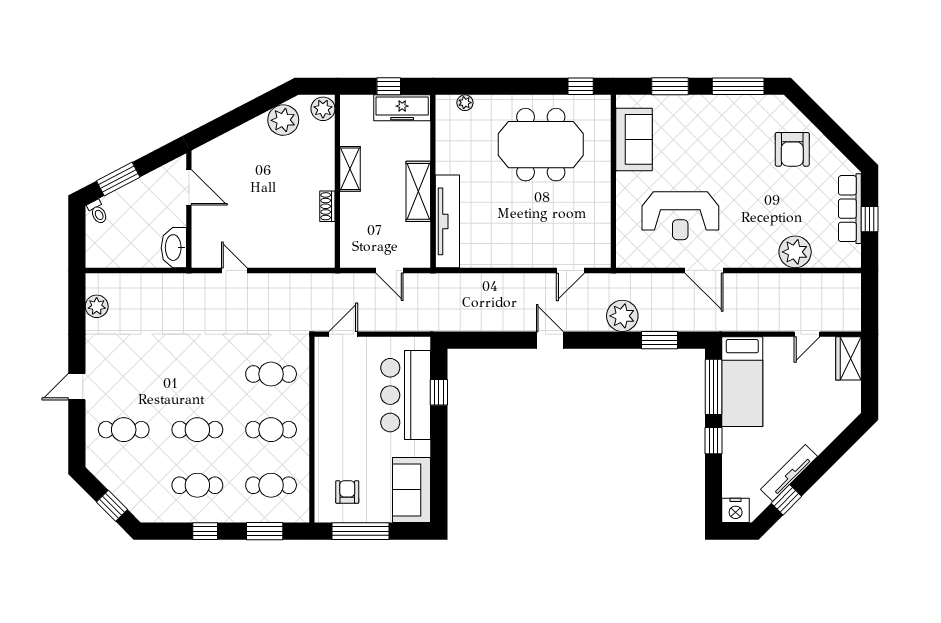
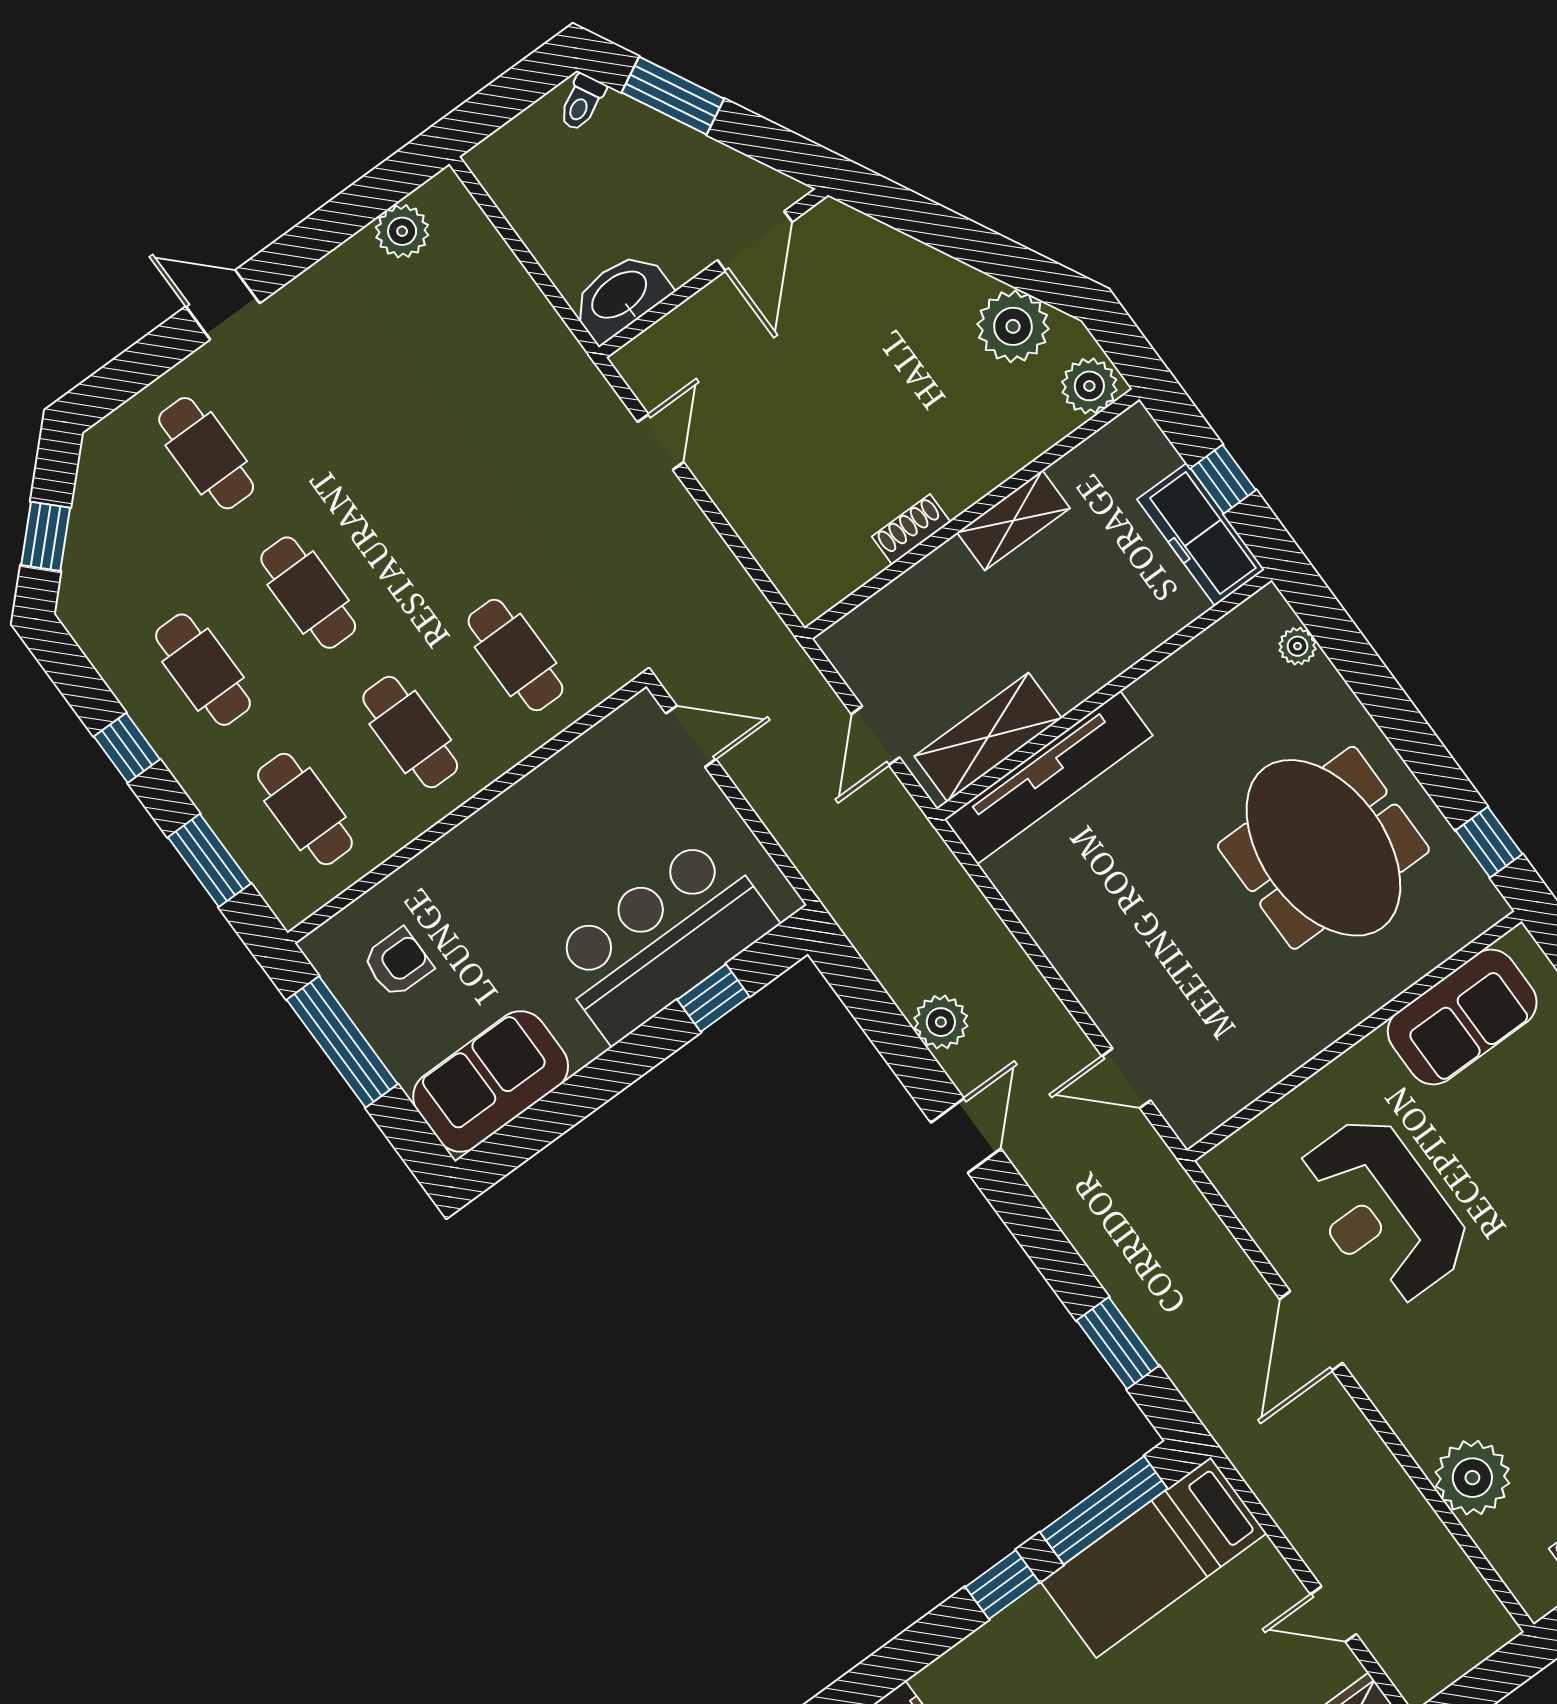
shelving: (418, 191) -> (988, 737), moved
plant: (622, 316) -> (941, 1022), moved, width x0.73, depth x0.73

